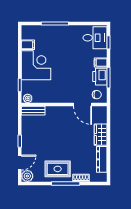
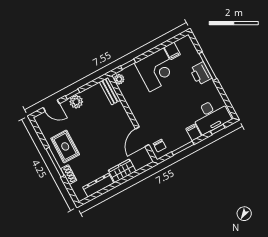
desk: (95, 38) -> (211, 116), width x1.37
printer: (100, 77) -> (201, 74), moved, turned -90
plant: (27, 176) -> (76, 102), moved

